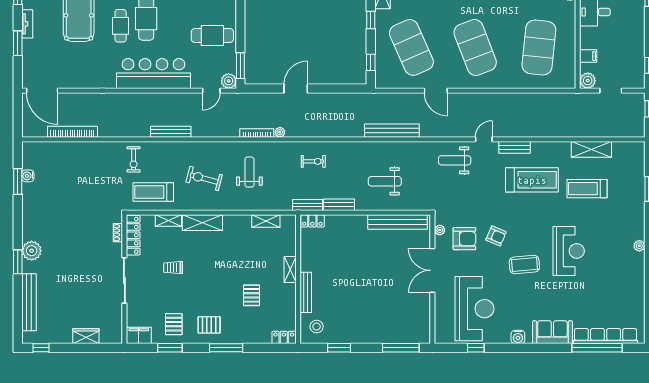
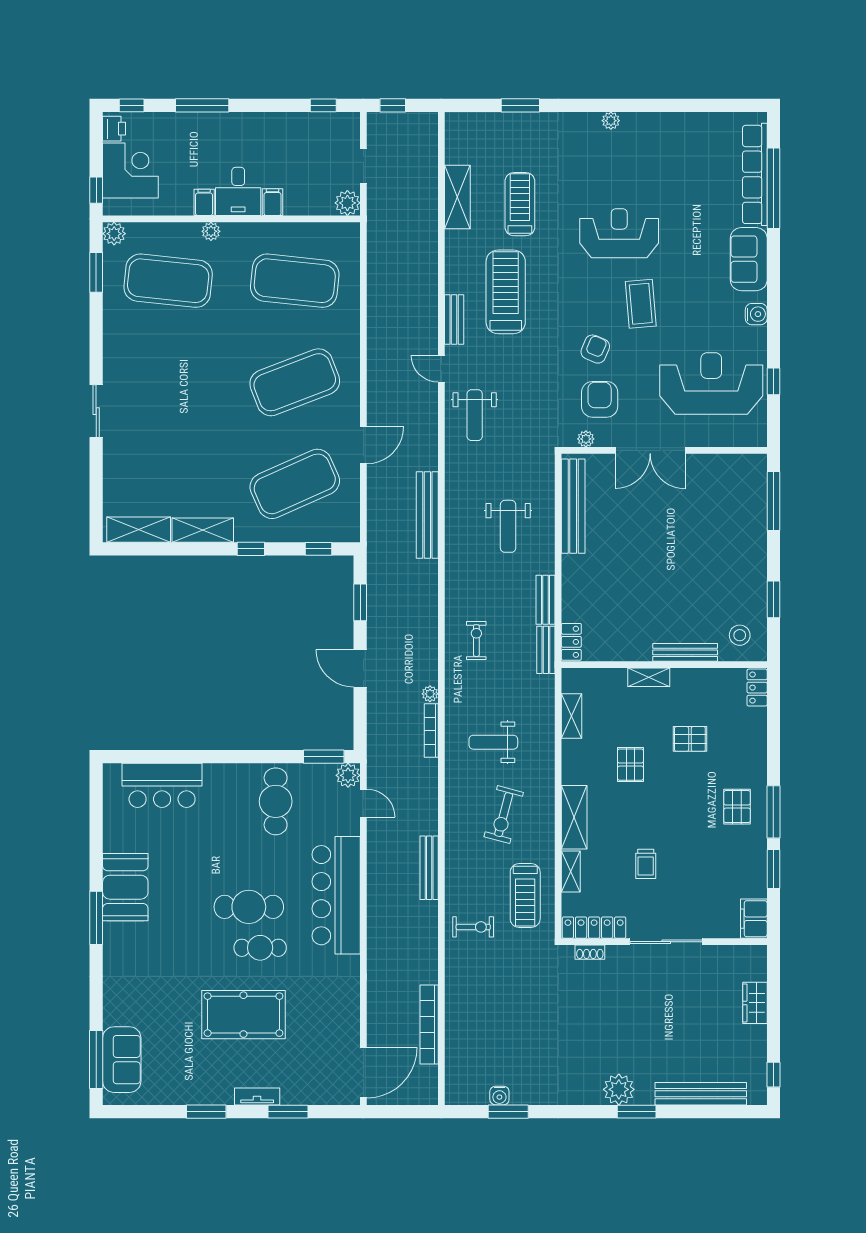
filing cabinet: (588, 56) -> (273, 202), moved
window: (337, 89) -> (360, 602), added
treadmill: (587, 189) -> (520, 204), turned 180
pallet: (174, 324) -> (630, 765), moved, turned 90
window: (226, 348) -> (773, 812), moved

